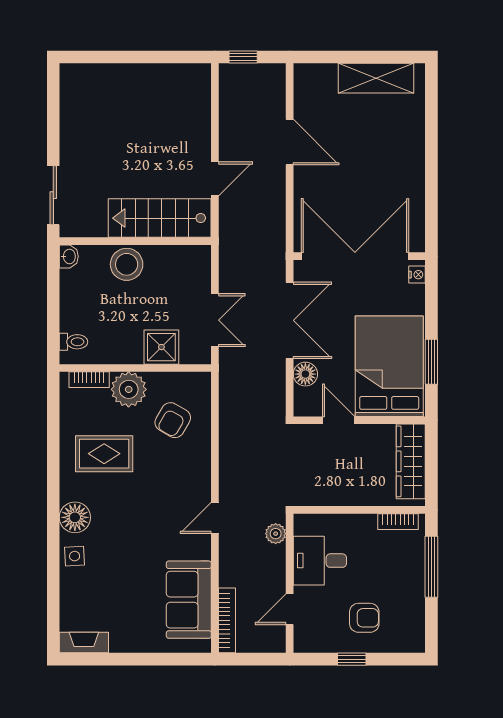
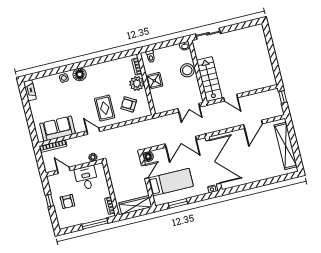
shelving: (376, 78) -> (286, 146), width x1.47
double door: (215, 320) -> (189, 108), moved
shower: (161, 347) -> (154, 81), moved
bed: (389, 366) -> (171, 182), width x0.67
floor lamp: (305, 374) -> (148, 157), moved
rug: (104, 454) -> (105, 108), moved

